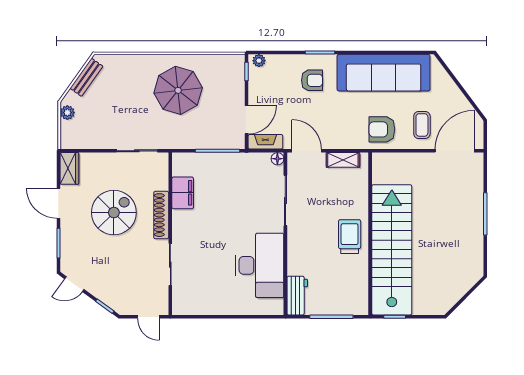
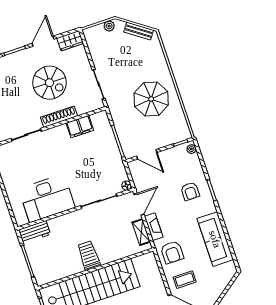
sofa: (384, 73) -> (215, 239), width x0.74, depth x0.79
armchair: (382, 129) -> (172, 252), turned 180
fireplace: (265, 142) -> (154, 227), moved
trolley: (350, 237) -> (89, 255), turned -90

